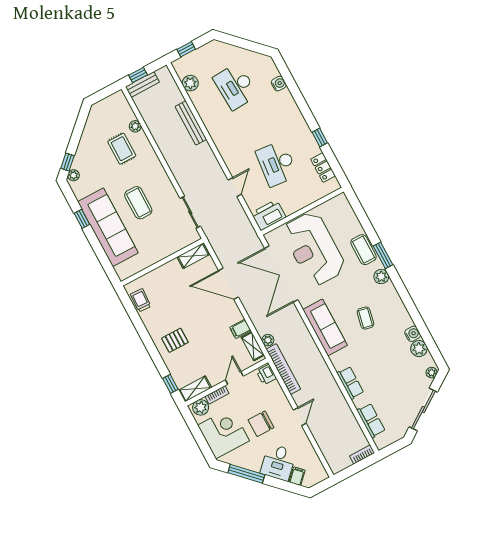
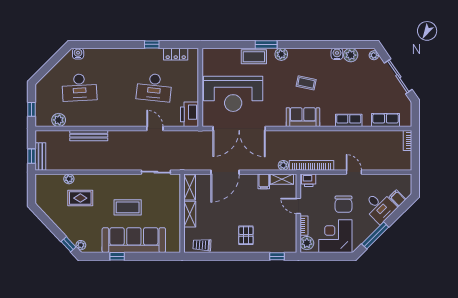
water cooler: (279, 84) -> (78, 54), moved
sofa: (325, 327) -> (303, 117), width x0.73
shelving: (195, 389) -> (190, 214), moved

